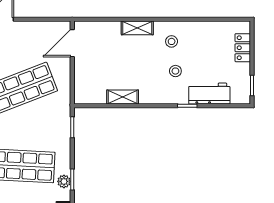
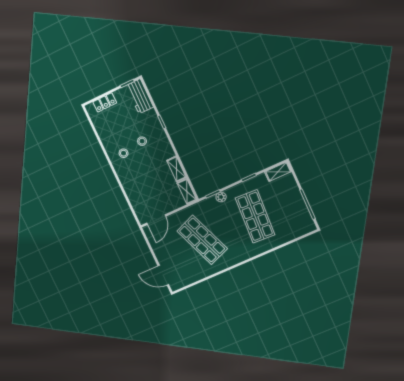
shelving: (137, 28) -> (187, 191), moved
door: (72, 43) -> (156, 220), hinge flipped
workbench: (209, 94) -> (140, 96), moved
plant: (64, 181) -> (221, 197), moved

